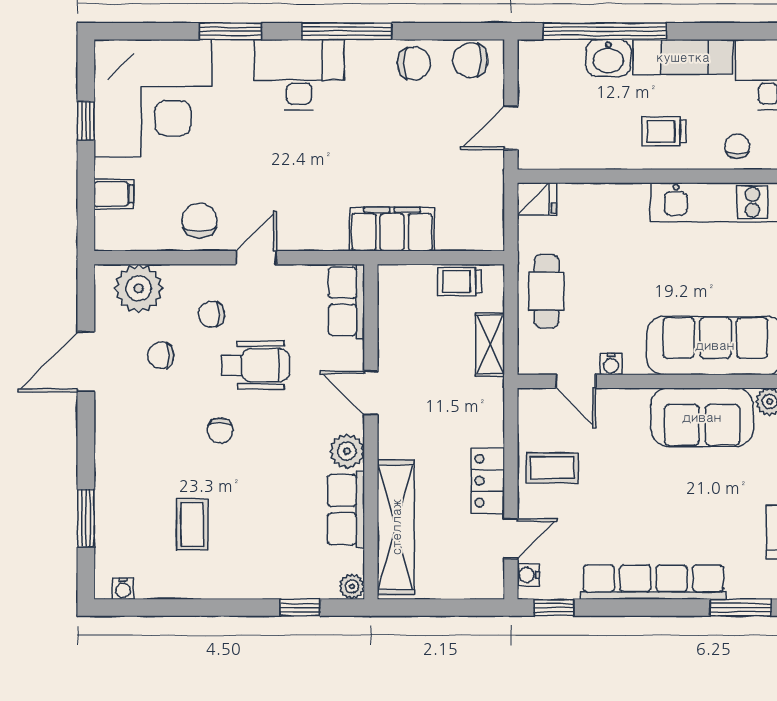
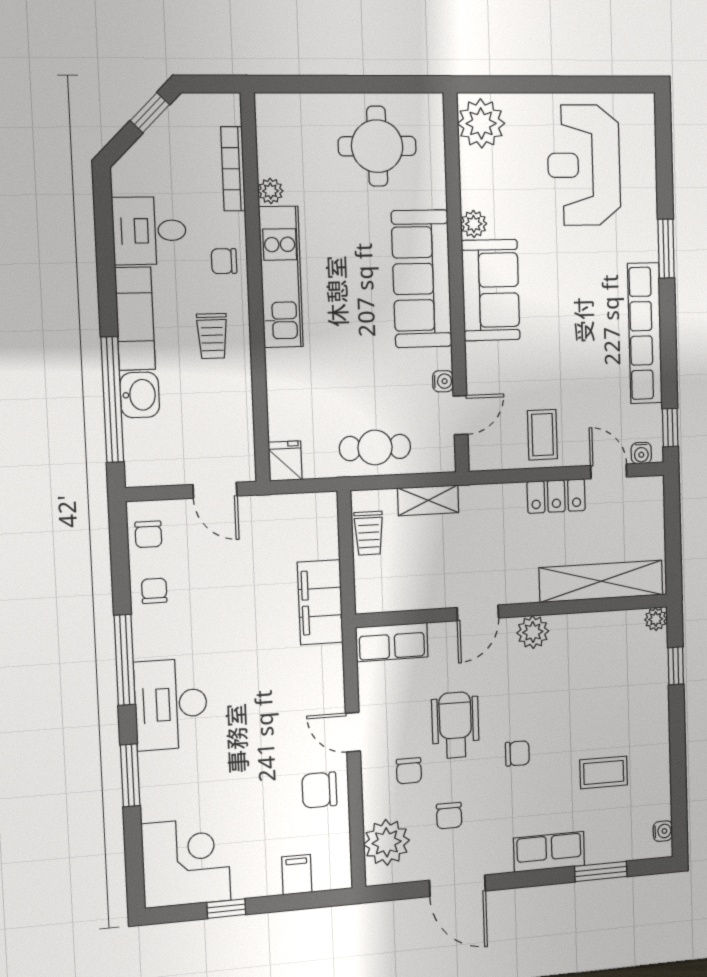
chair: (470, 60) -> (148, 534), width x0.73, depth x0.73
chair: (414, 63) -> (154, 591), width x0.73, depth x0.73
corner desk: (153, 98) -> (186, 862), width x0.74, depth x0.74
row of seats: (346, 510) -> (549, 852), moved, turned 180

